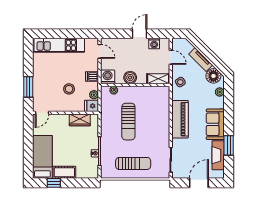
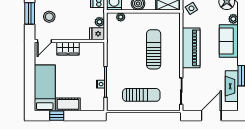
stool: (69, 89) -> (49, 17), moved
wardrobe: (80, 120) -> (68, 49), moved
sun lounger: (128, 122) -> (154, 49), moved, turned 180
sofa: (215, 124) -> (229, 41), moved

